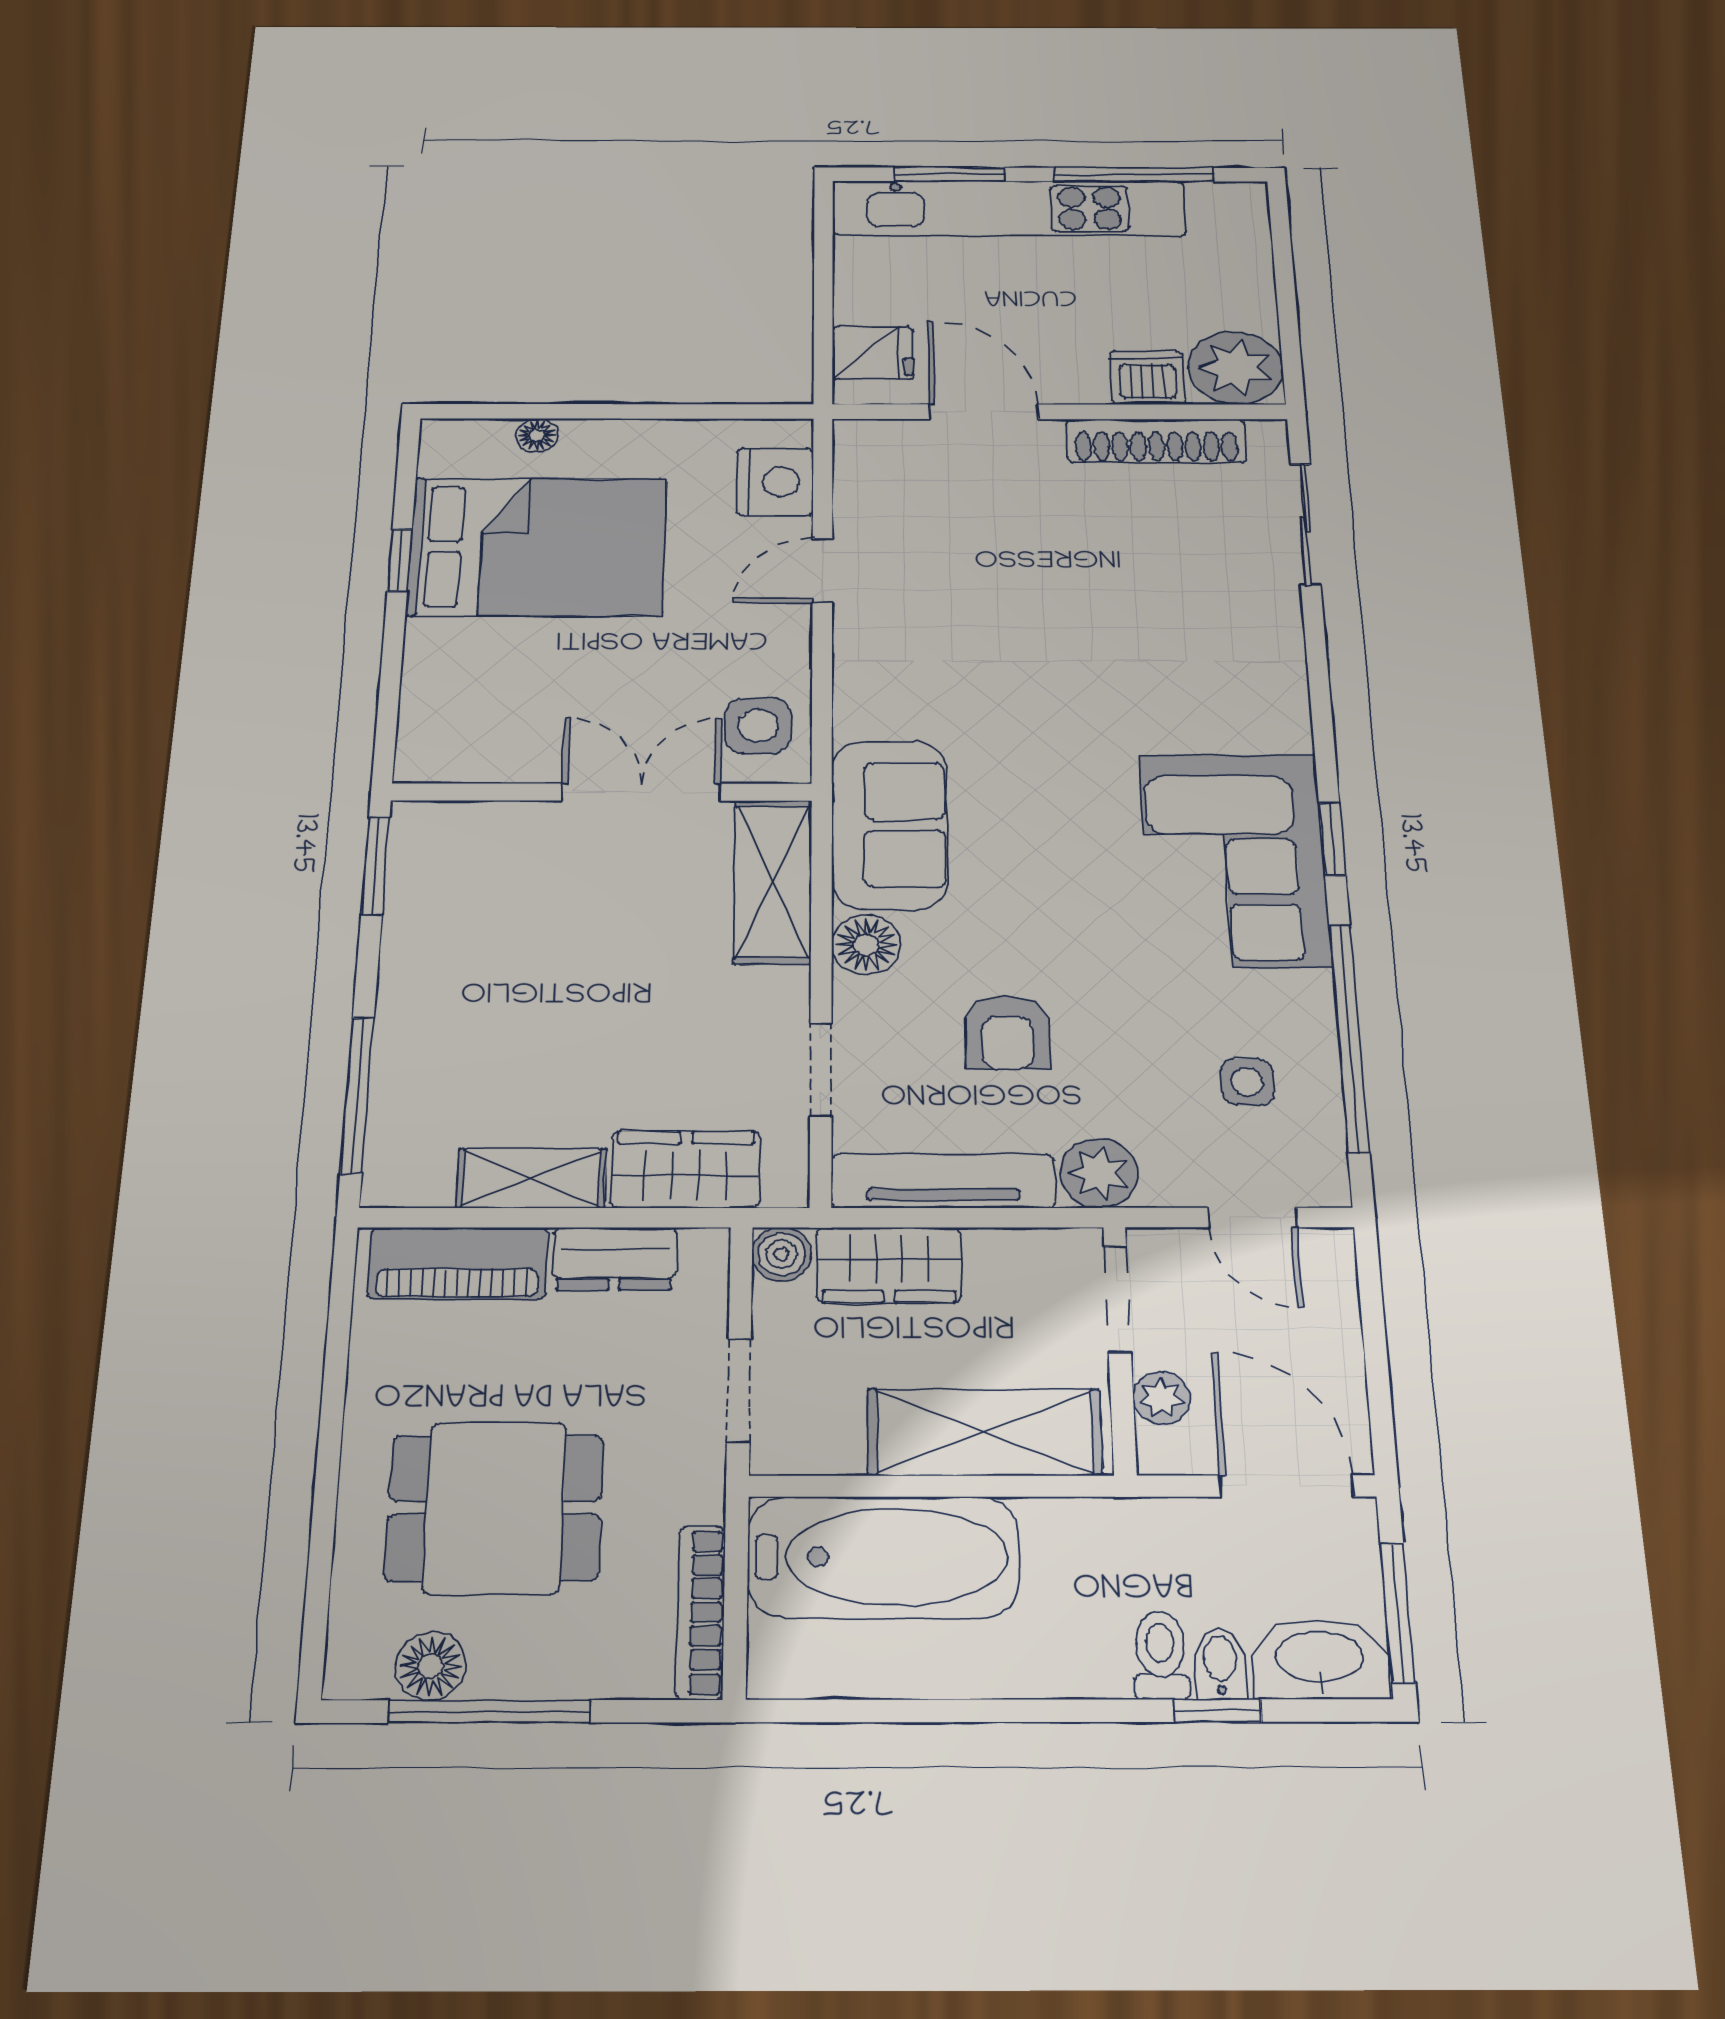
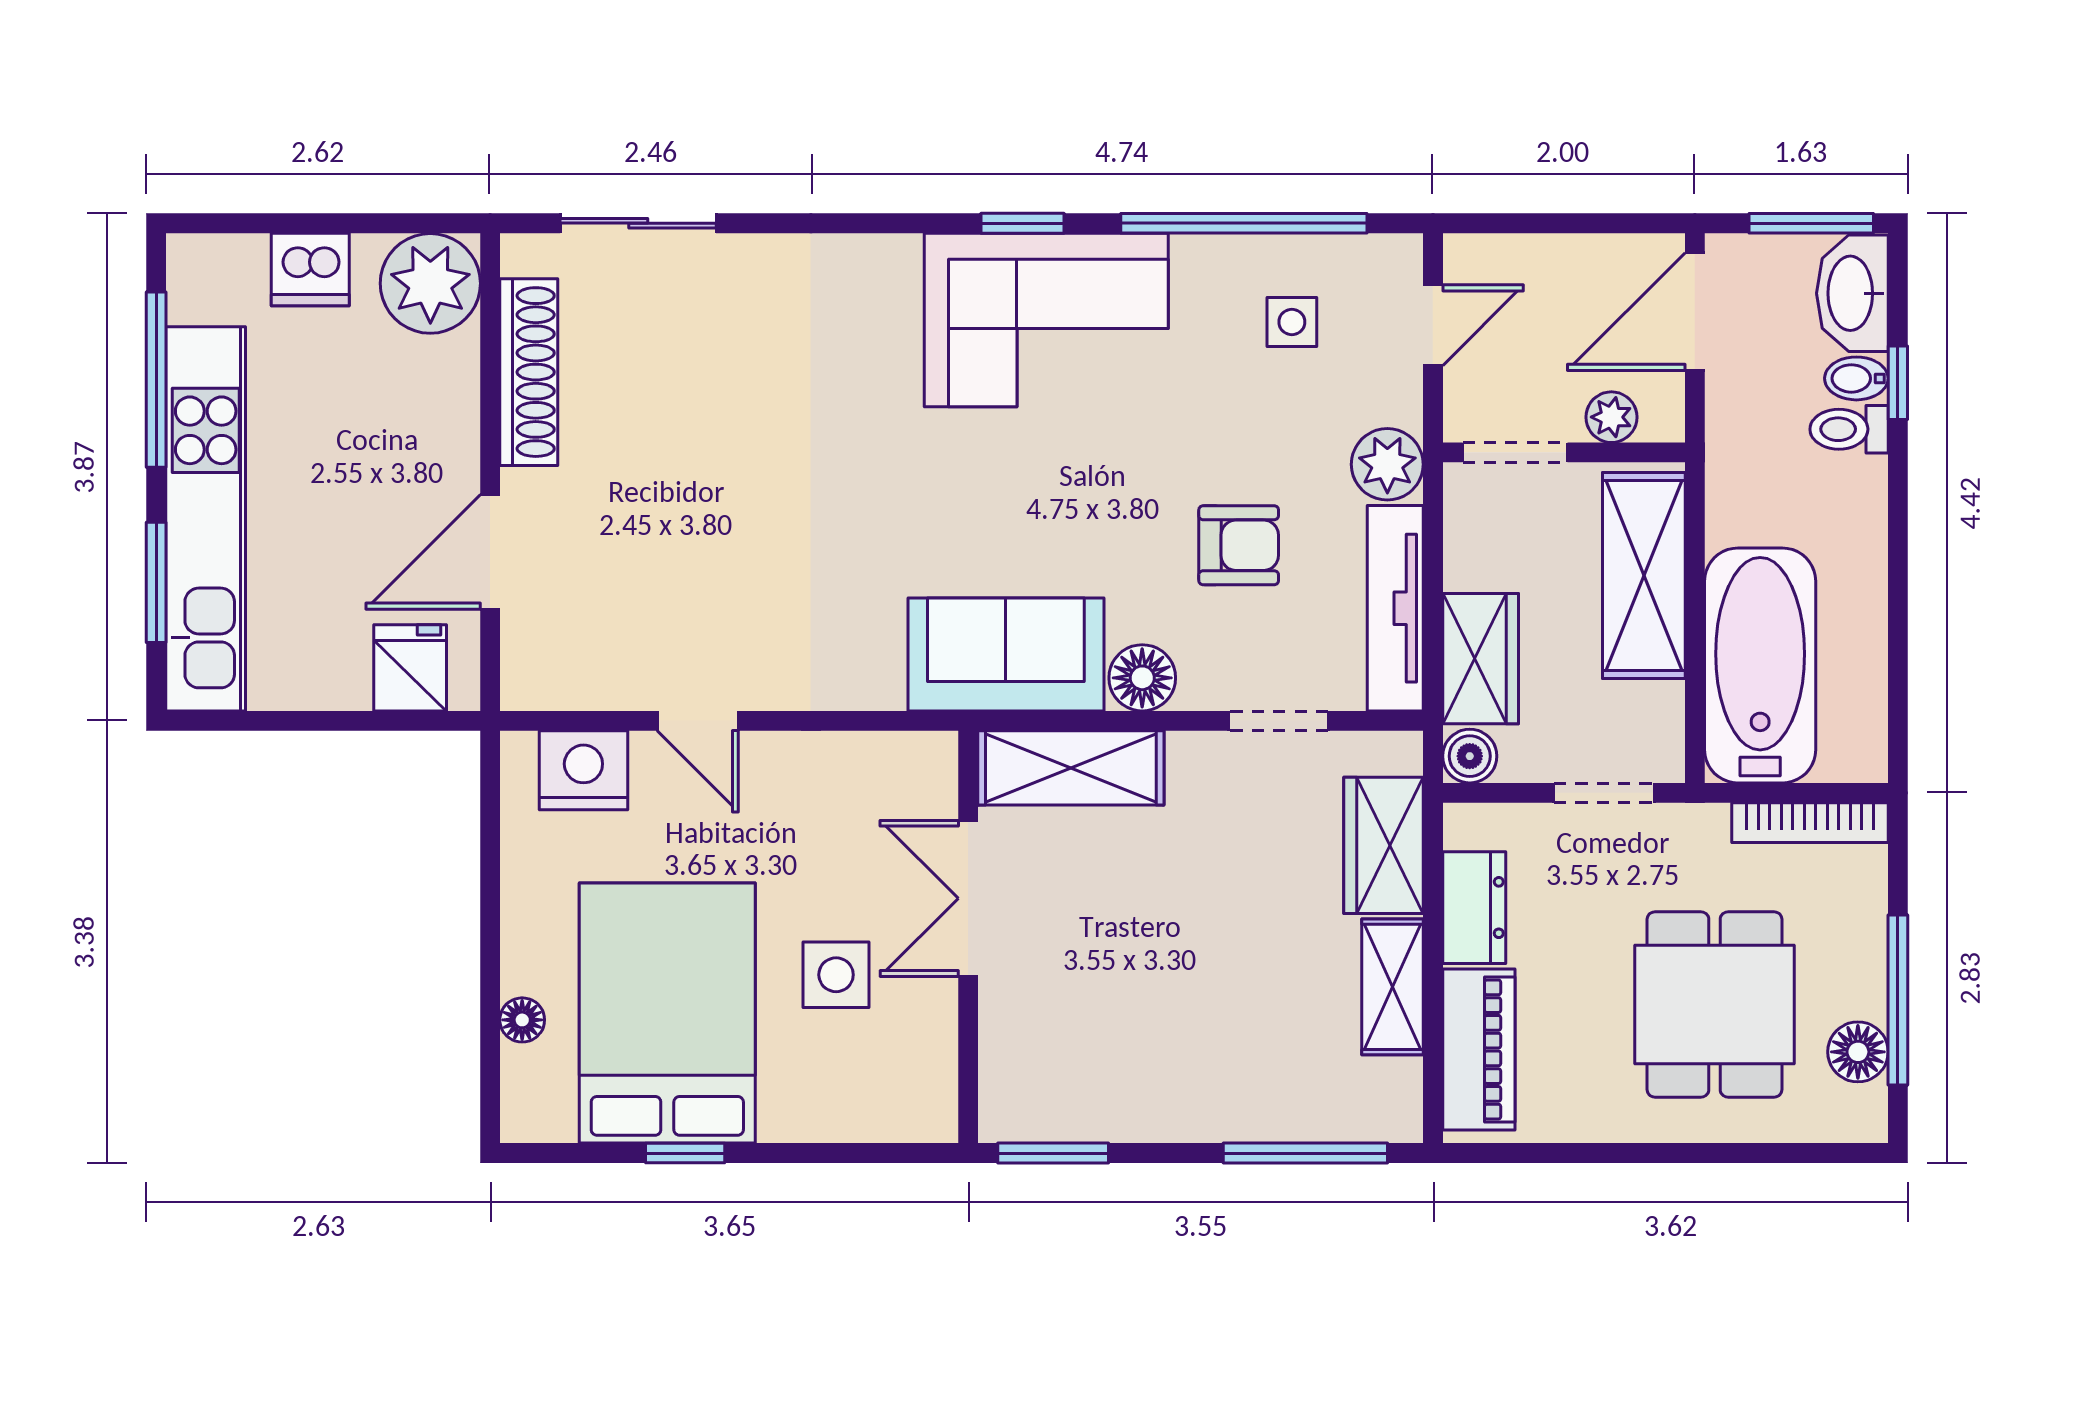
dishwasher: (1147, 378) -> (310, 269), moved, turned -90
side table: (758, 726) -> (836, 975), moved

